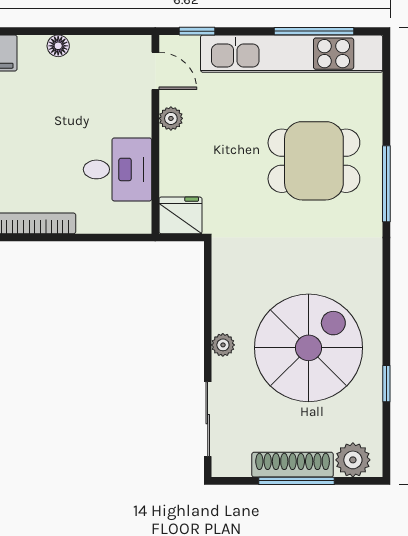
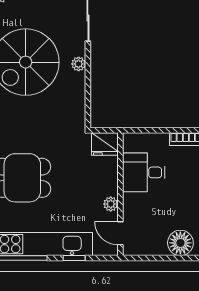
window: (197, 31) -> (74, 258), moved
floor lamp: (58, 46) -> (180, 243), width x1.89, depth x1.89

